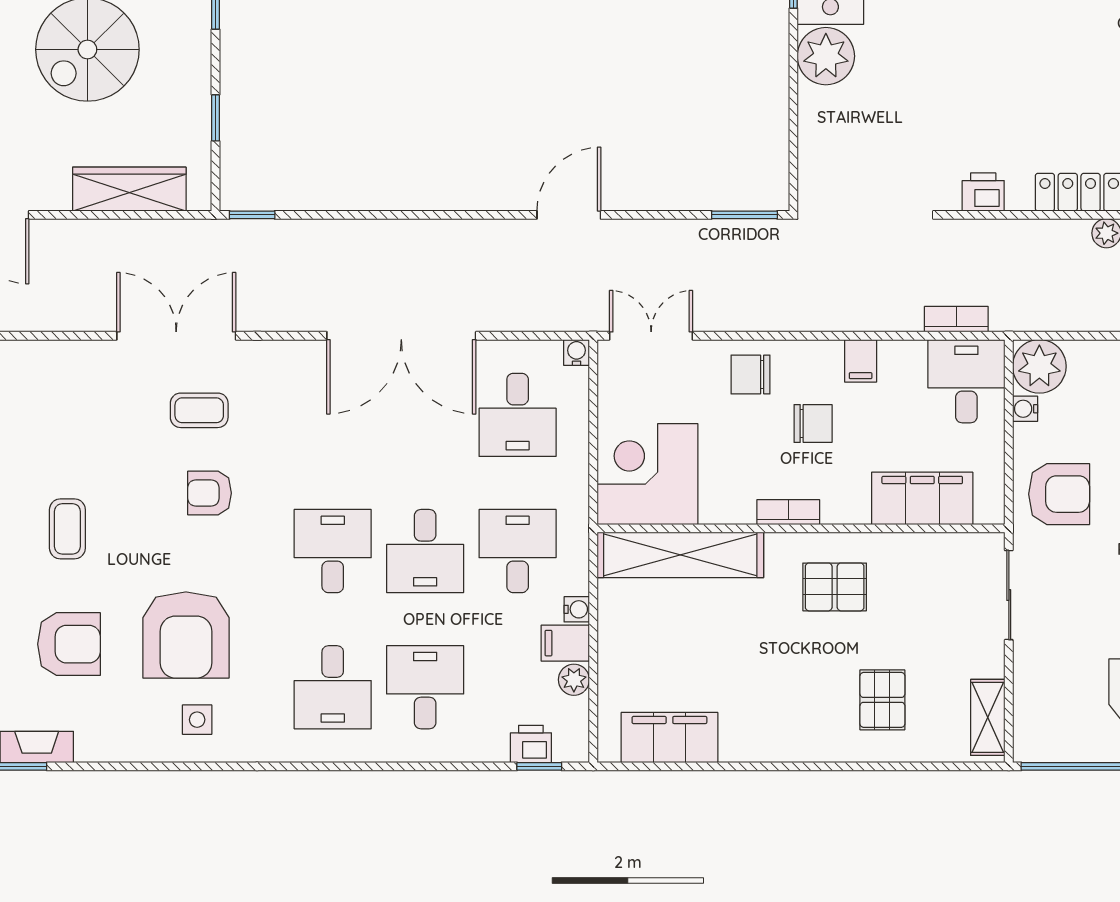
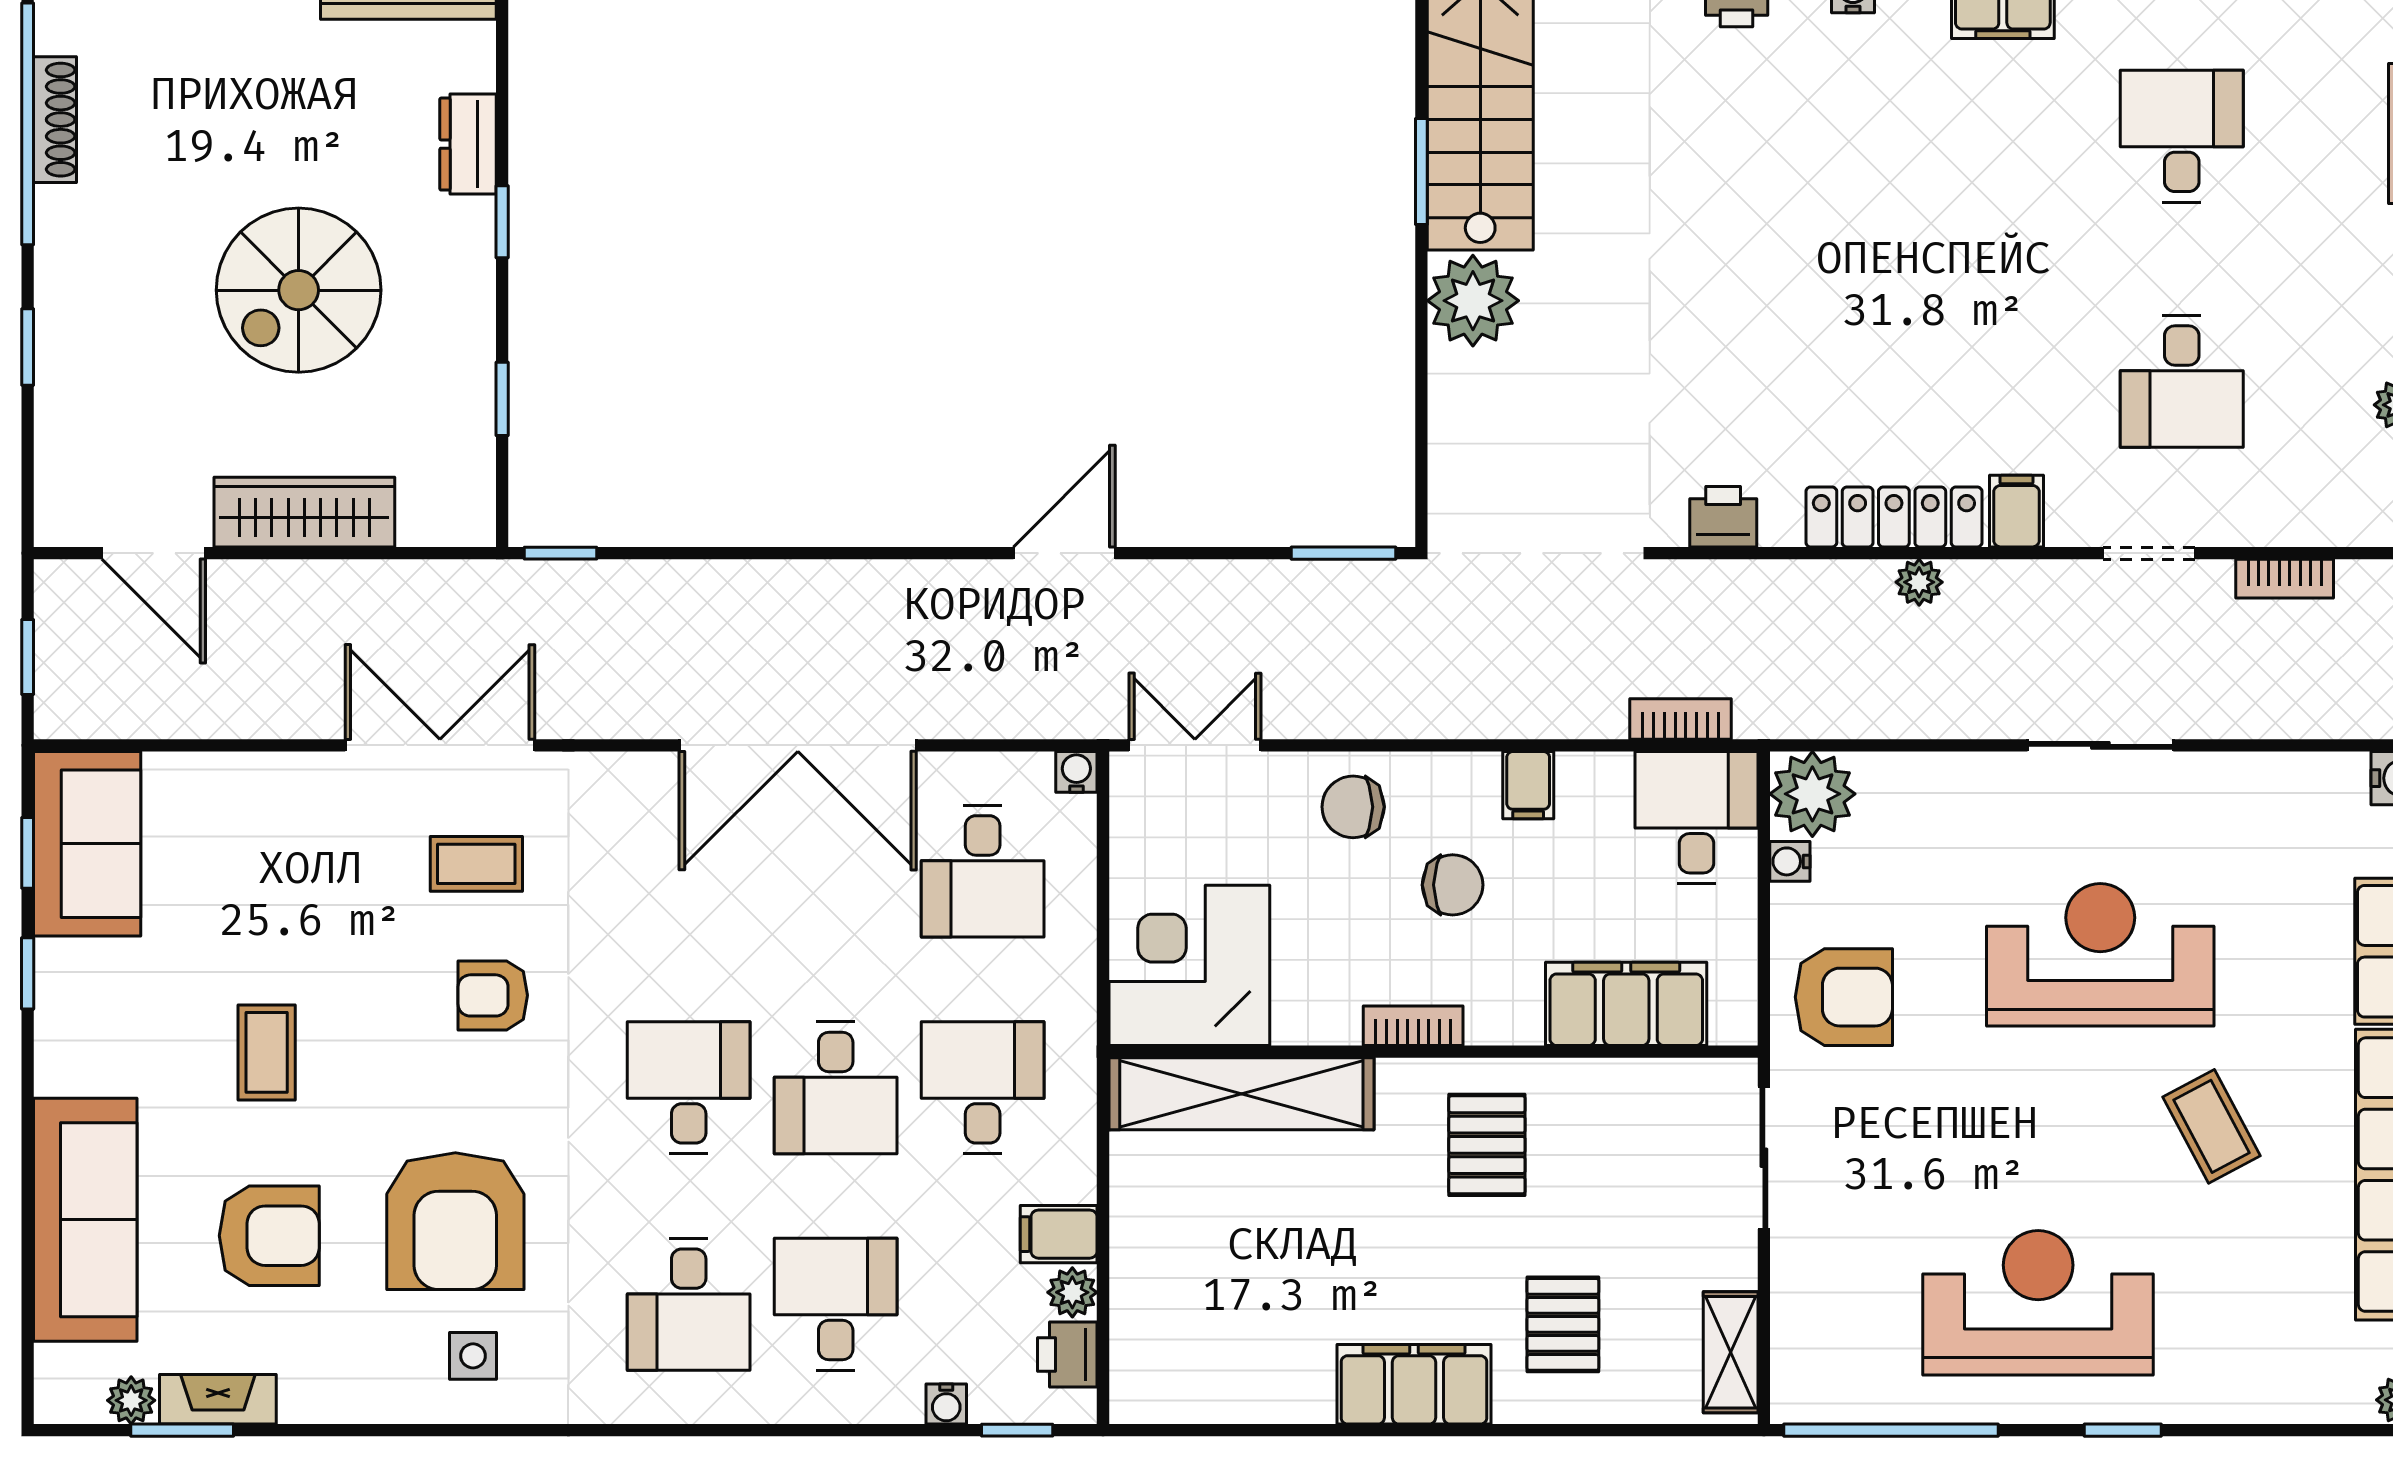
wardrobe: (129, 189) -> (304, 512), moved
pallet: (835, 587) -> (1487, 1145), turned 90
water cooler: (577, 609) -> (946, 1404), moved, turned 90
filing cabinet: (669, 738) -> (1414, 1384), moved
printer: (531, 744) -> (1067, 1355), moved, turned -90

